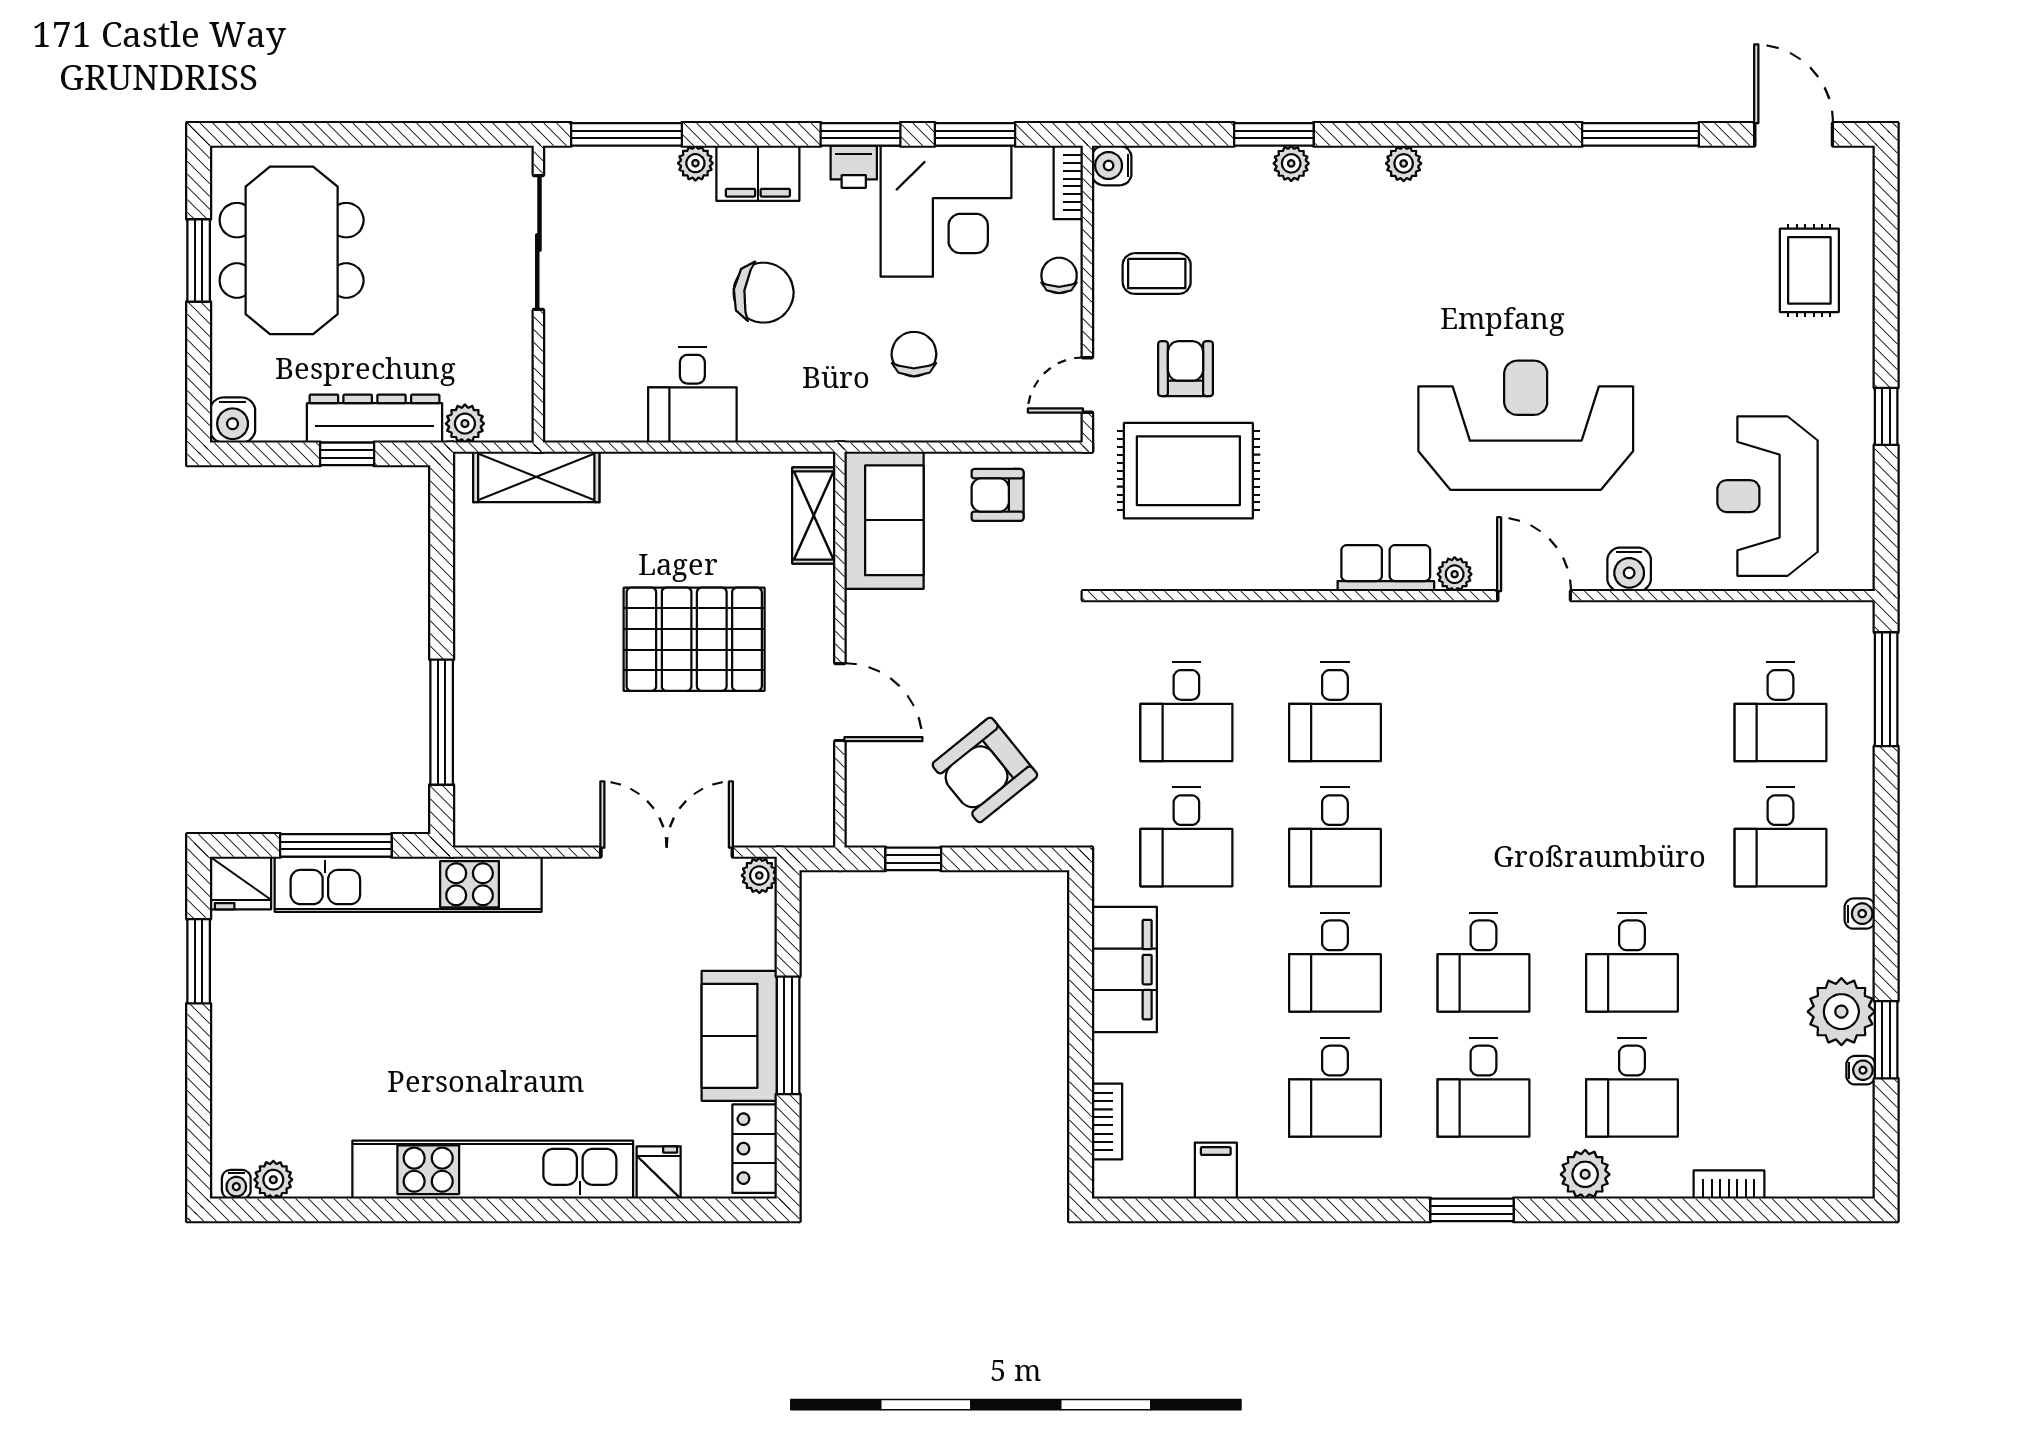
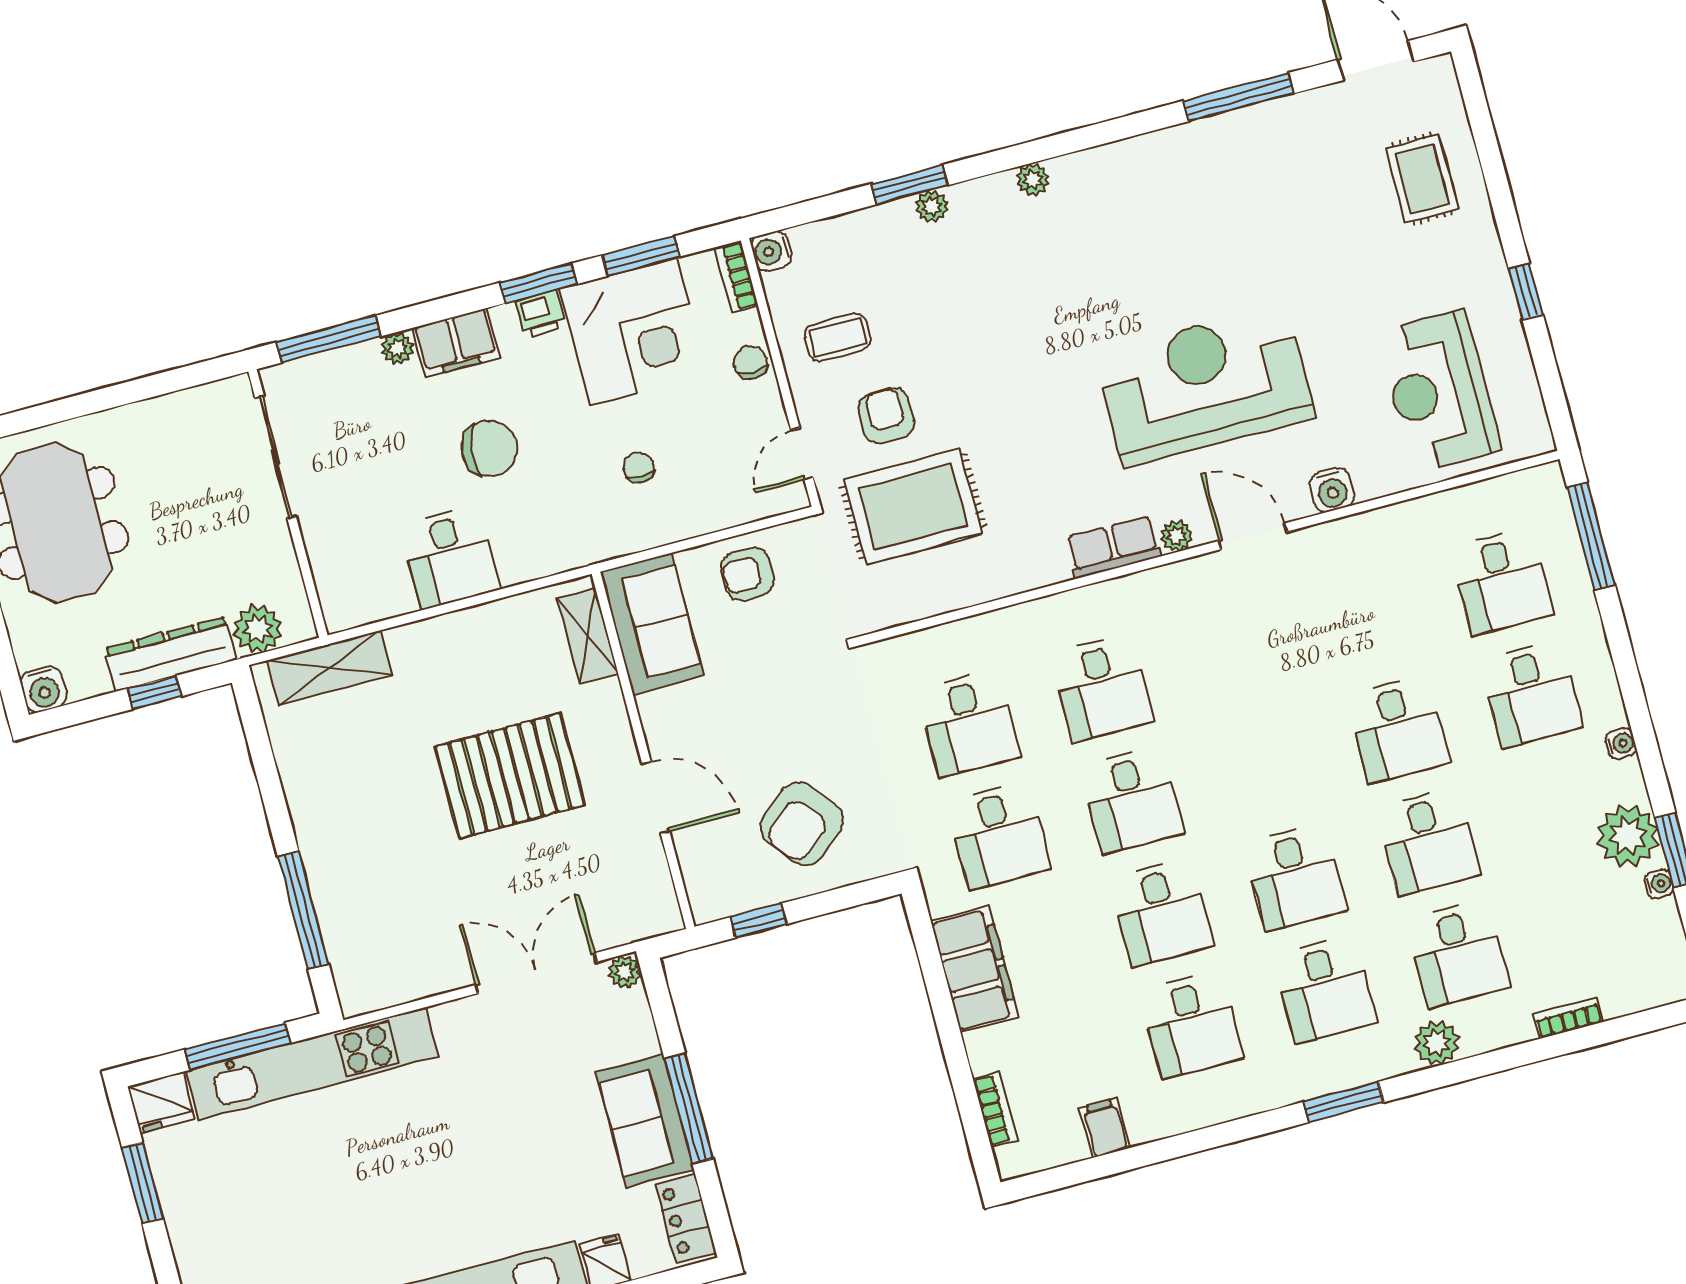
chair: (914, 354) -> (639, 467), width x0.73, depth x0.73
plant: (465, 424) -> (258, 629), width x1.38, depth x1.38
desk: (1632, 837) -> (1398, 729), added

